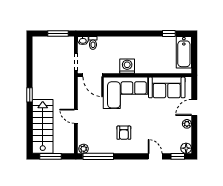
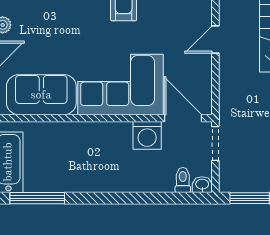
window: (169, 33) -> (37, 198), width x2.17
washing machine: (127, 66) -> (147, 135), moved
door: (76, 116) -> (215, 40), swing flipped

